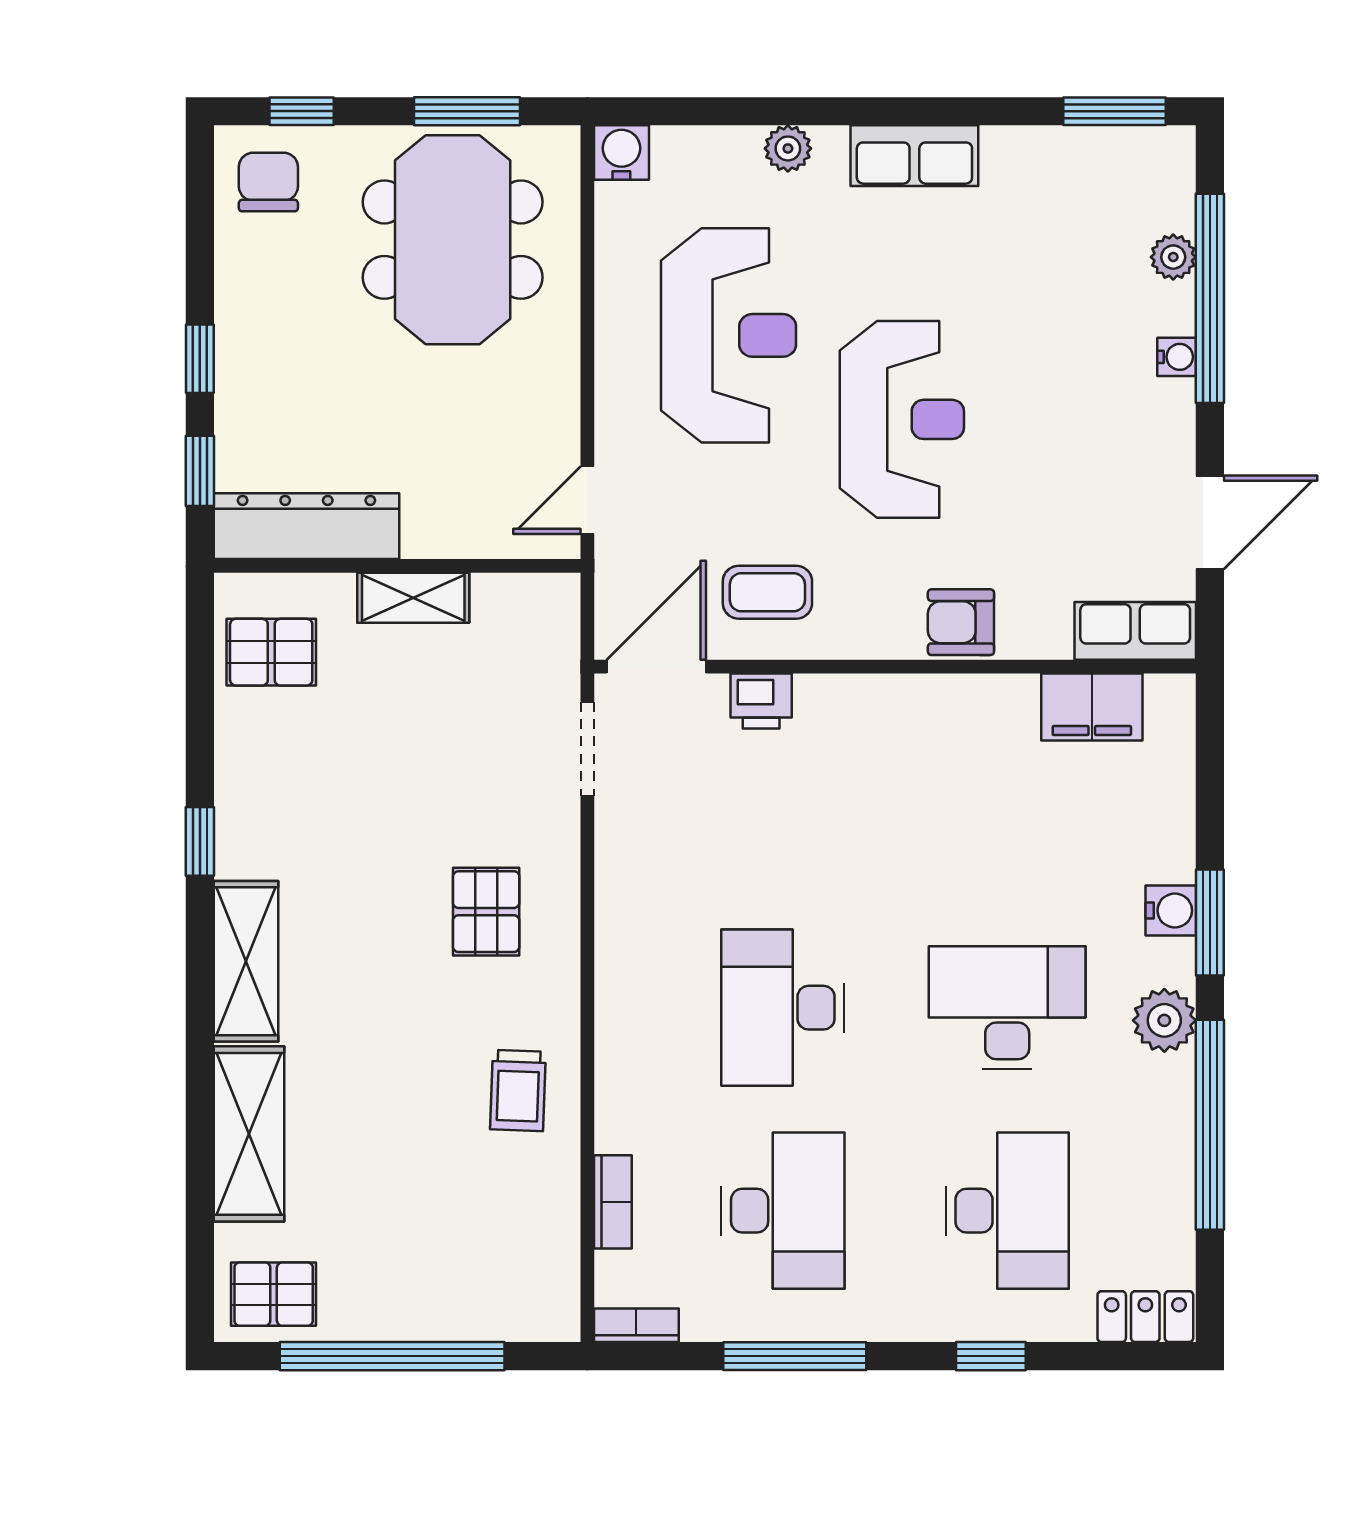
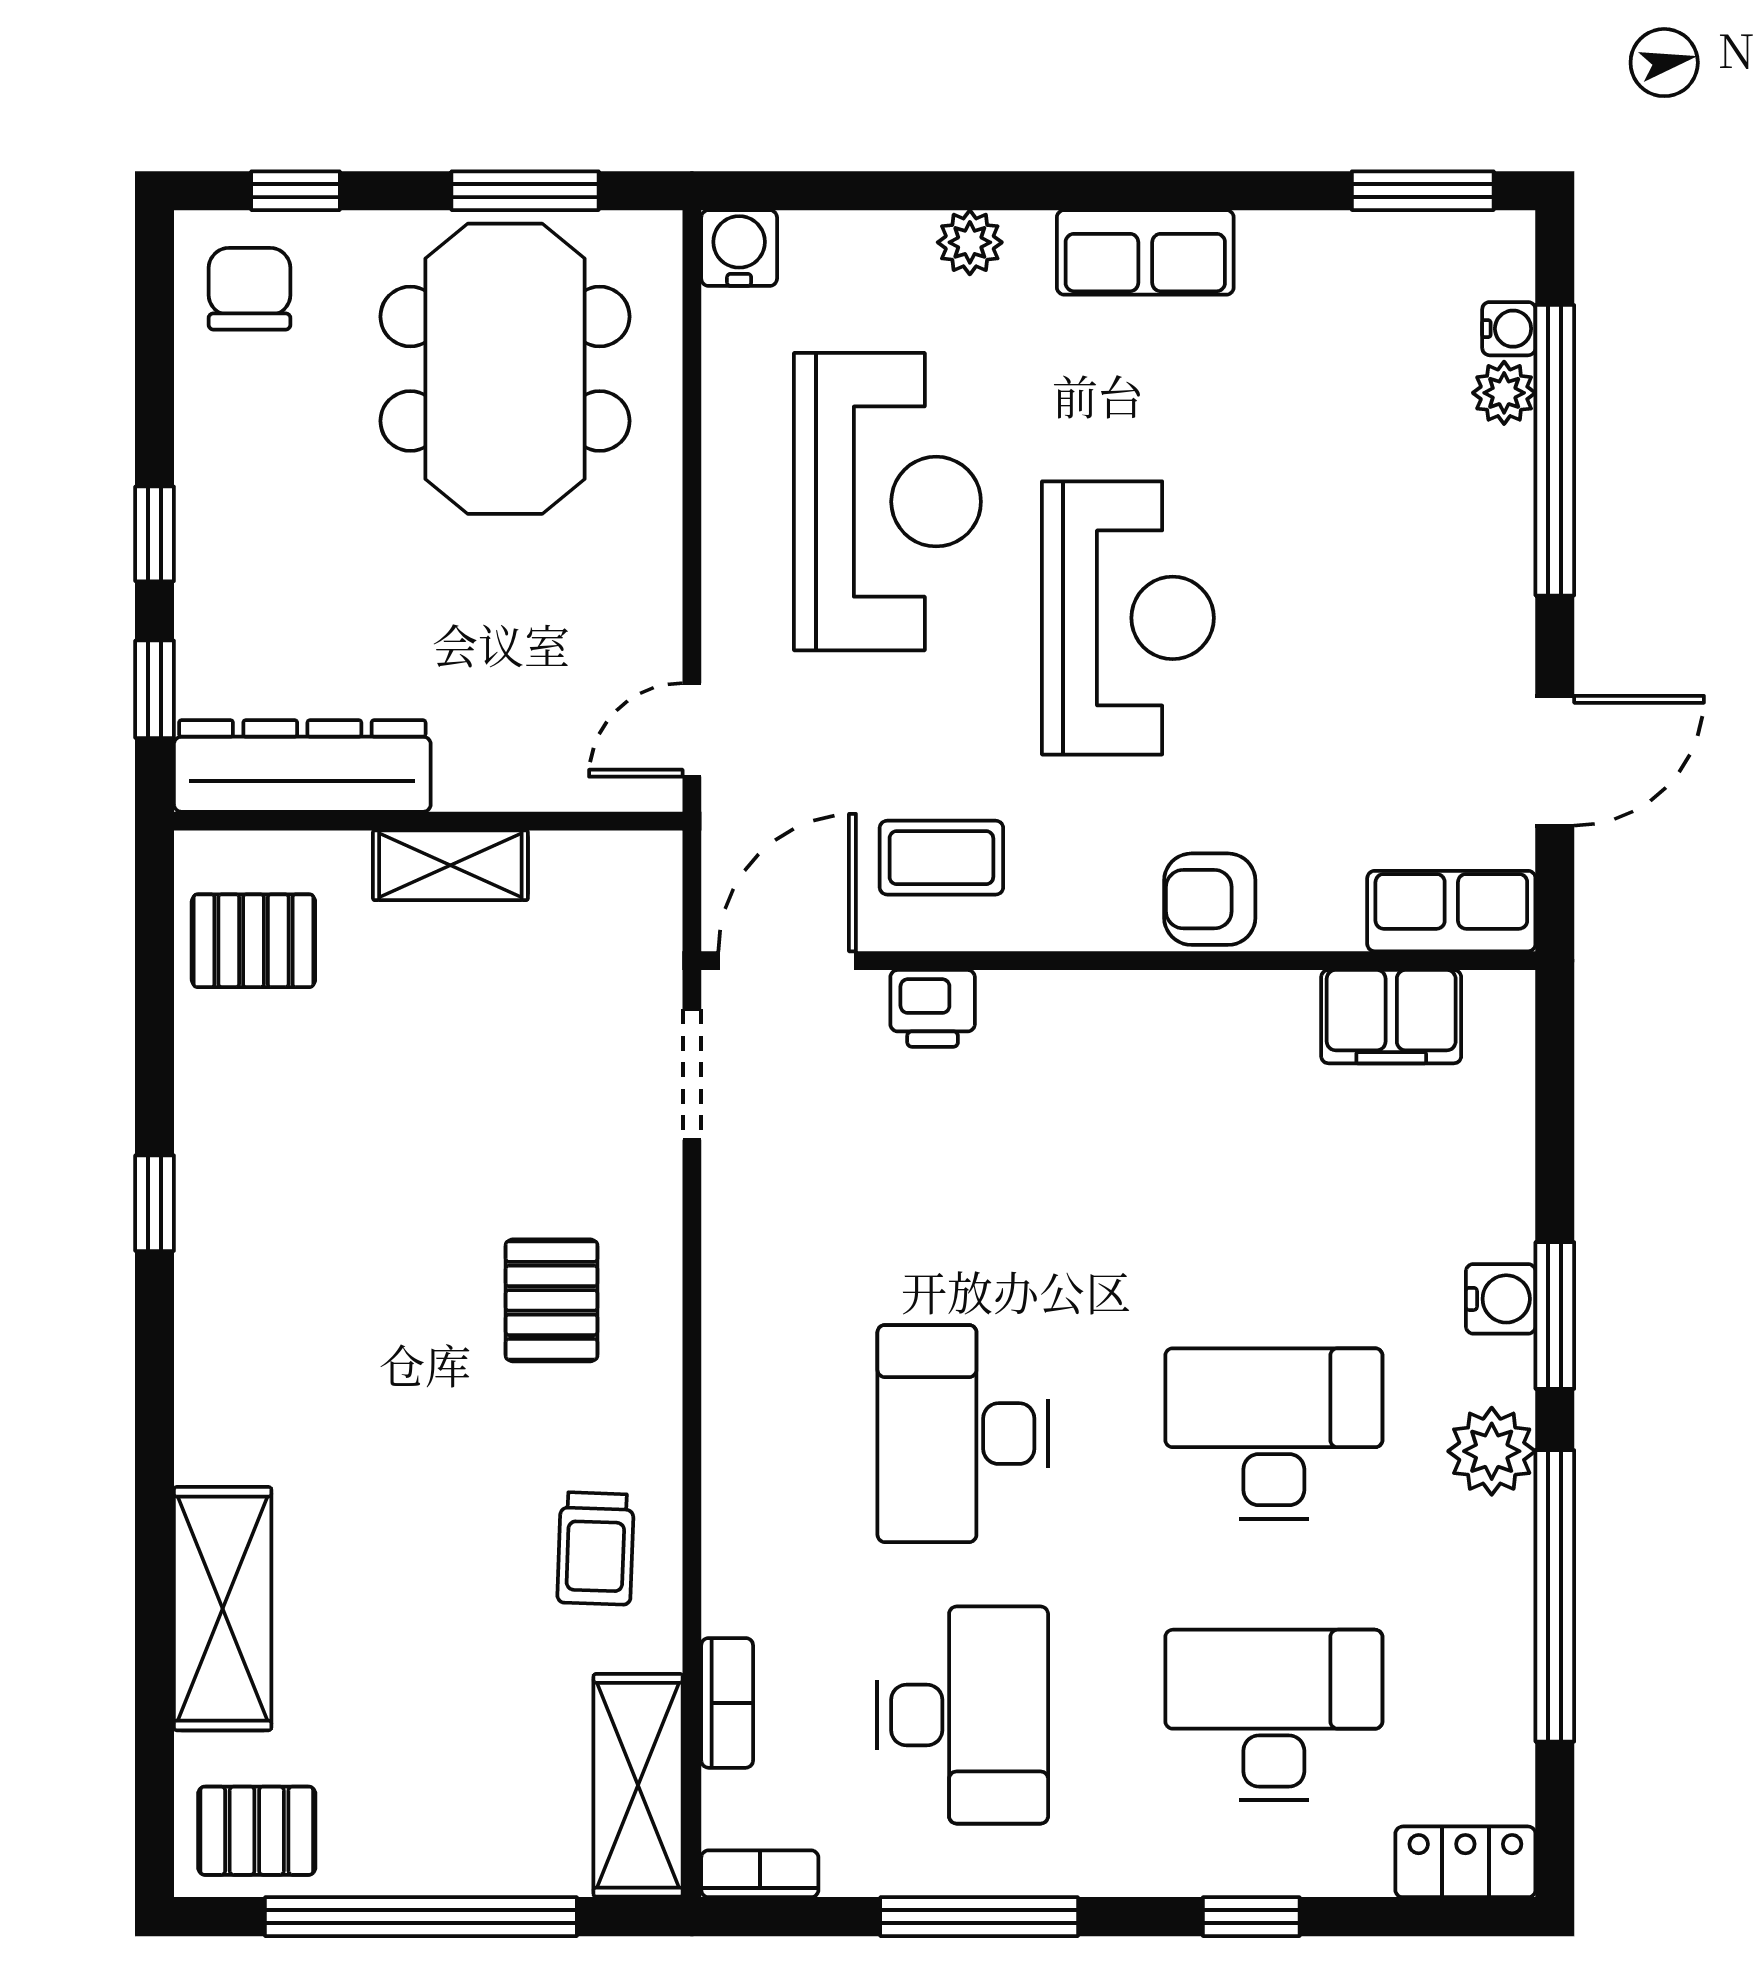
water cooler: (1177, 357) -> (1509, 329), moved
shelving: (246, 961) -> (638, 1785), moved
desk: (1007, 1211) -> (1274, 1715), turned -90

